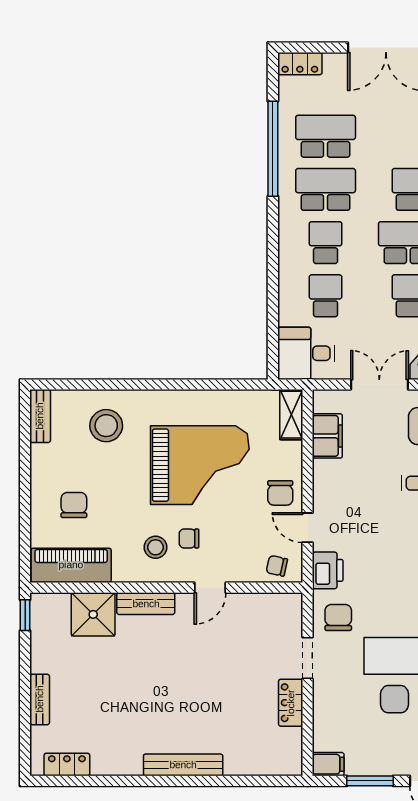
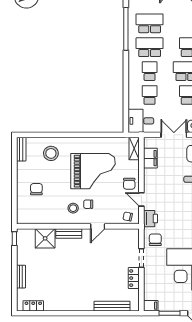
piano: (71, 565) -> (35, 216), removed
bench: (183, 765) -> (112, 306), moved

